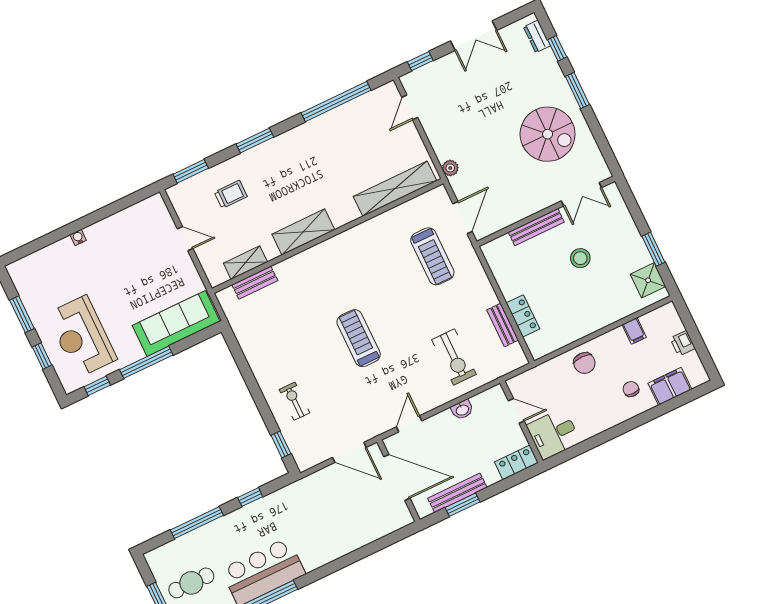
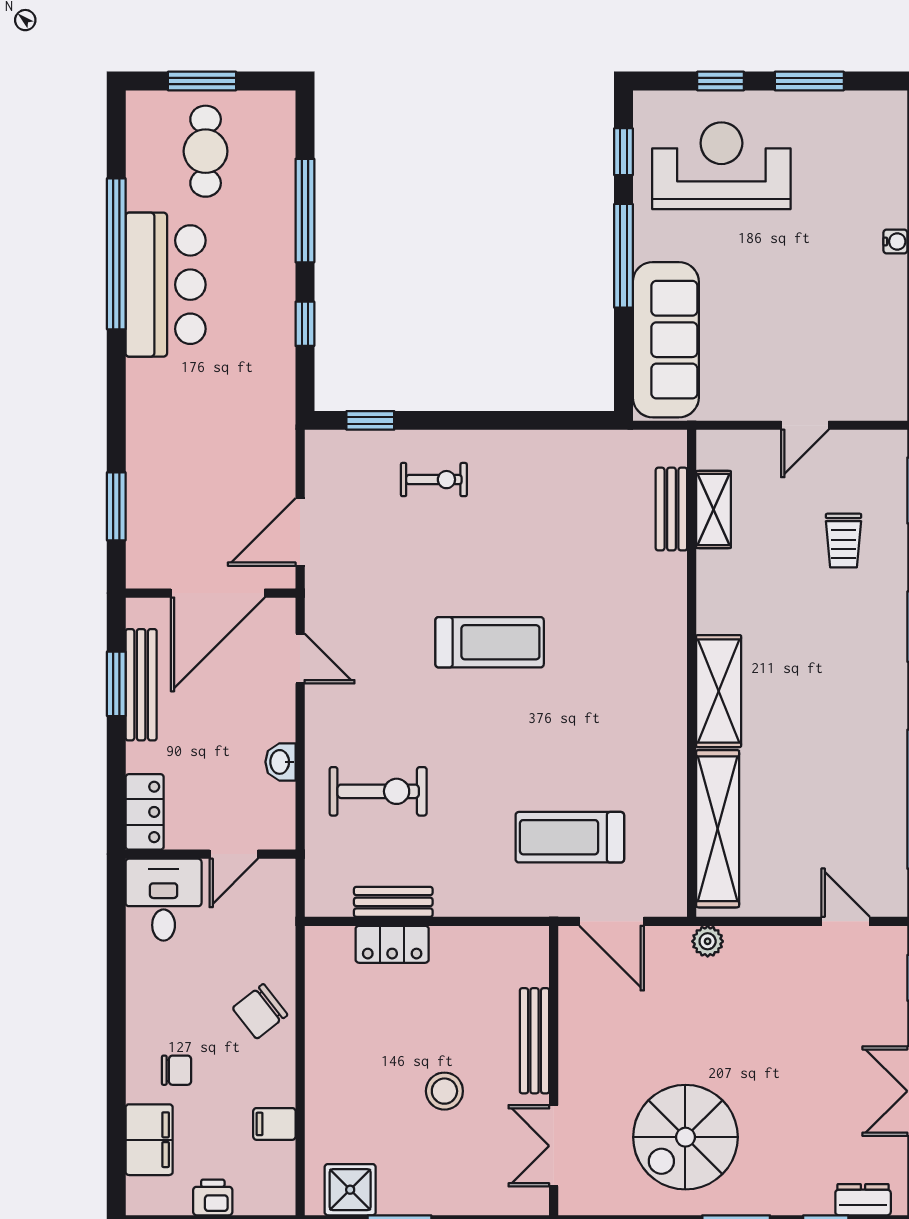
shelving: (303, 232) -> (719, 691), moved
exercise bike: (454, 357) -> (378, 791), turned 180
chair: (584, 363) -> (260, 1011), turned -38
window: (379, 545) -> (116, 506), added

